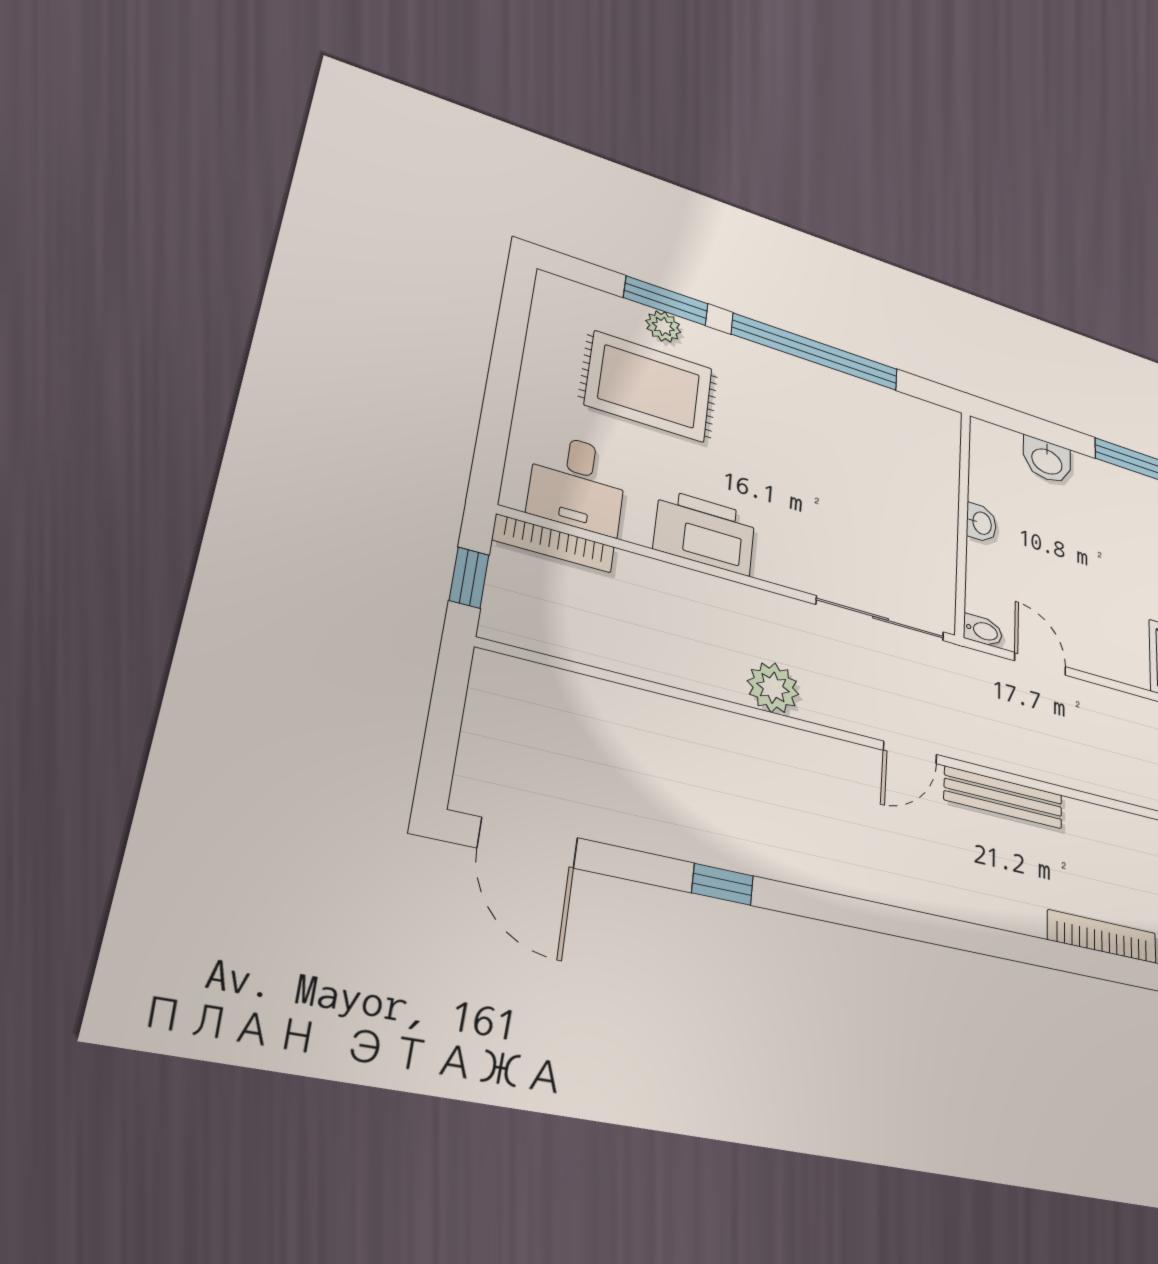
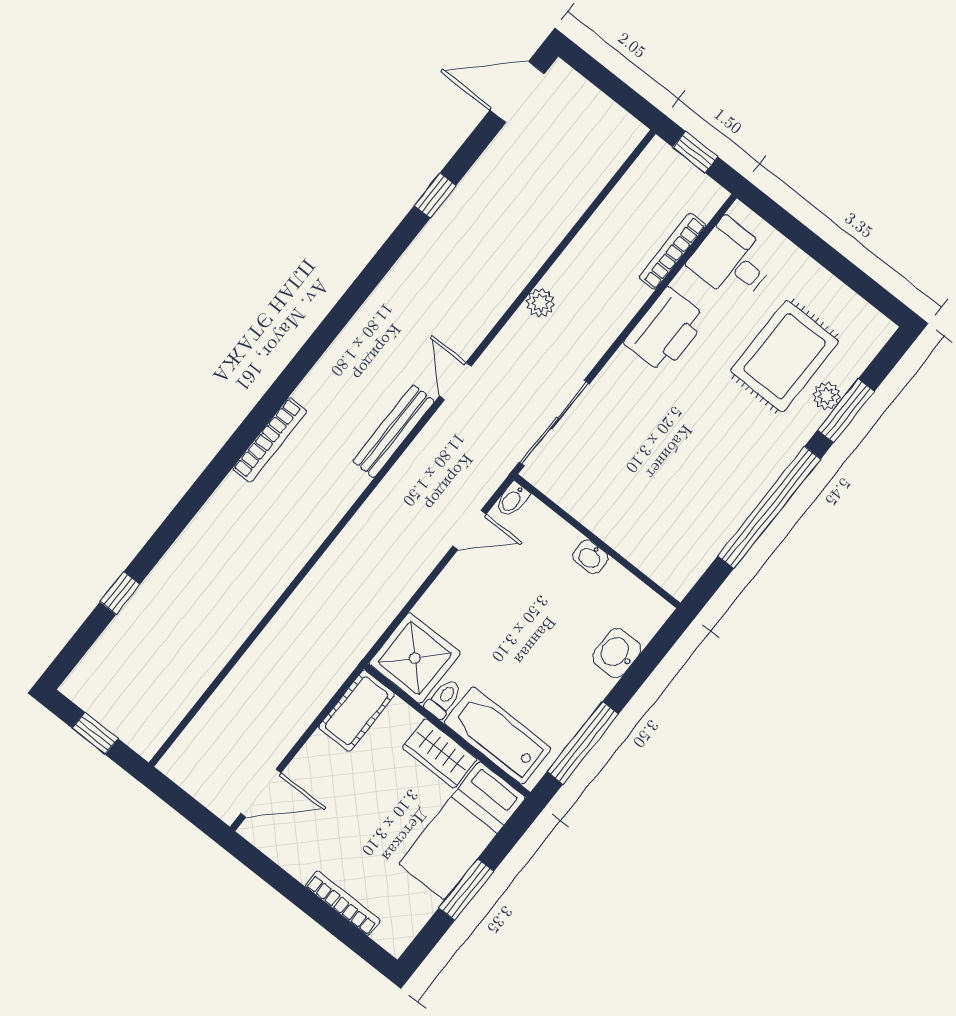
bookcase: (554, 543) -> (672, 251), moved
plant: (773, 688) -> (540, 303), width x0.73, depth x0.73

